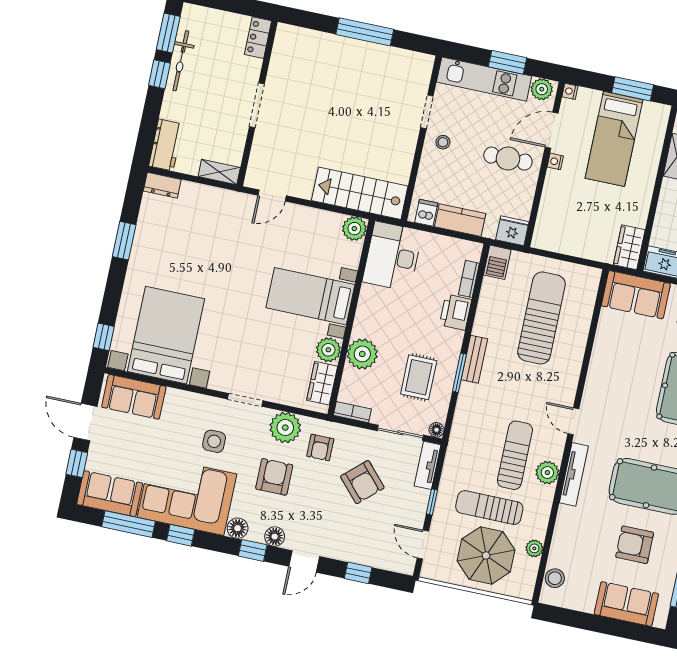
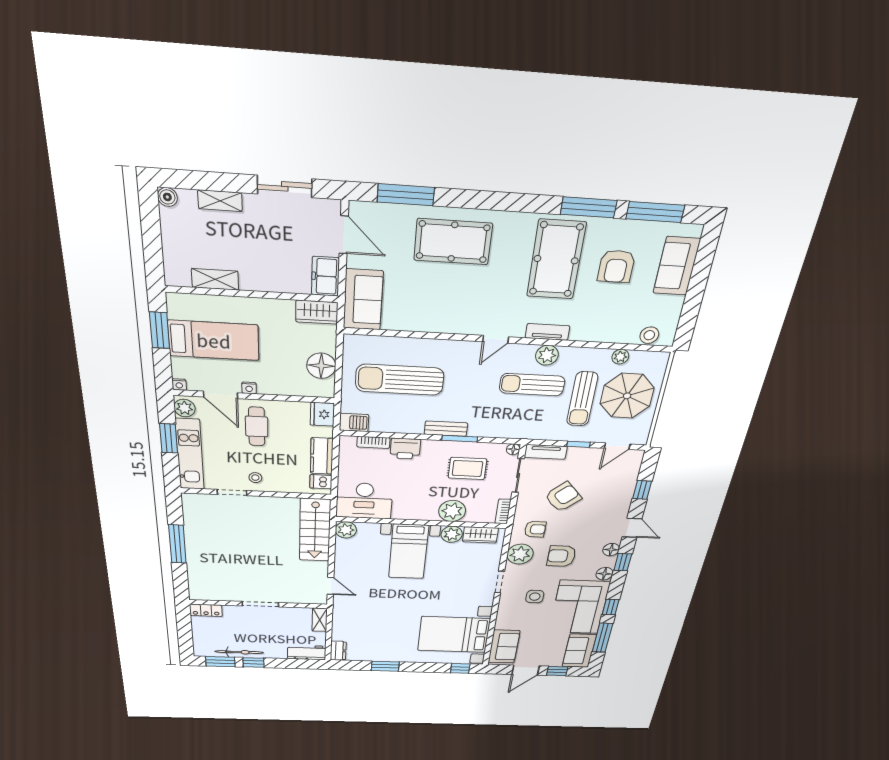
floor lamp: (570, 240) -> (321, 366), added
tv unit: (574, 474) -> (547, 332), width x0.71

